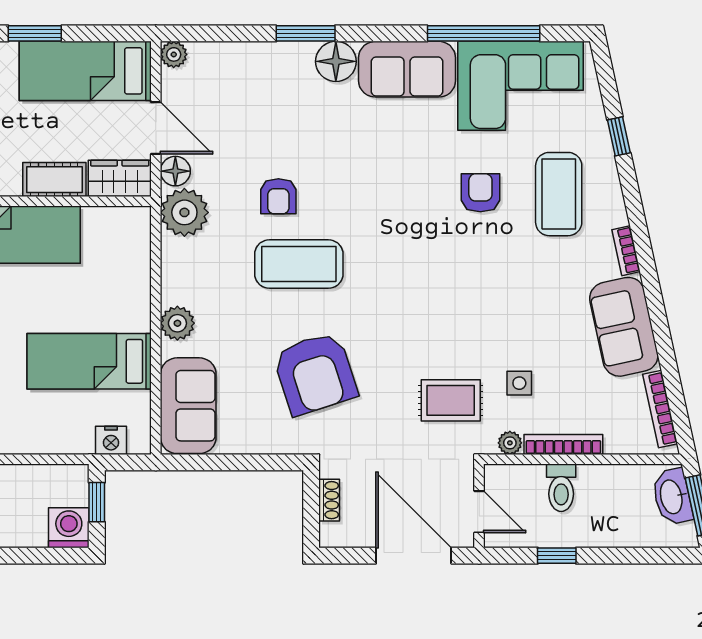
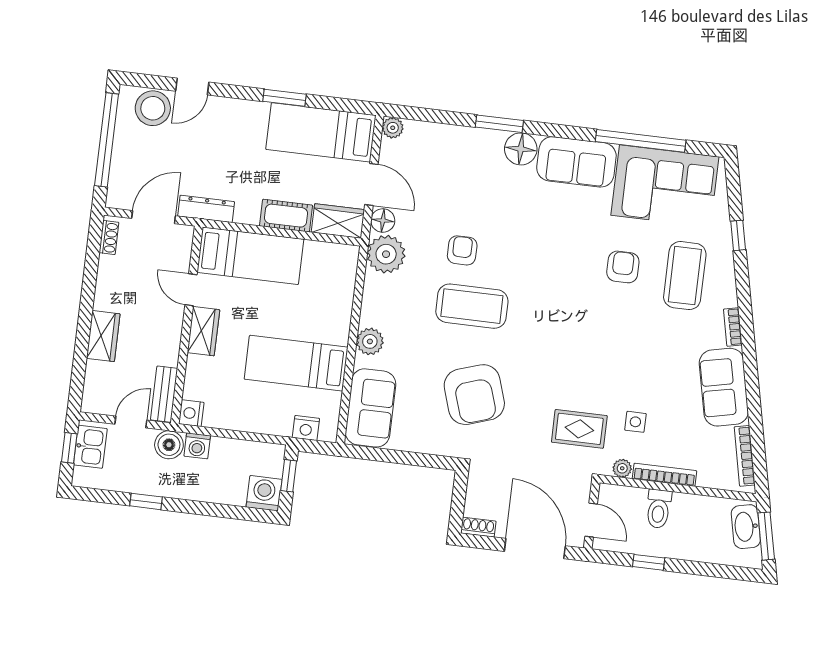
armchair: (278, 196) -> (462, 250), turned 180
shoe rack: (329, 500) -> (478, 527), moved, turned -90

